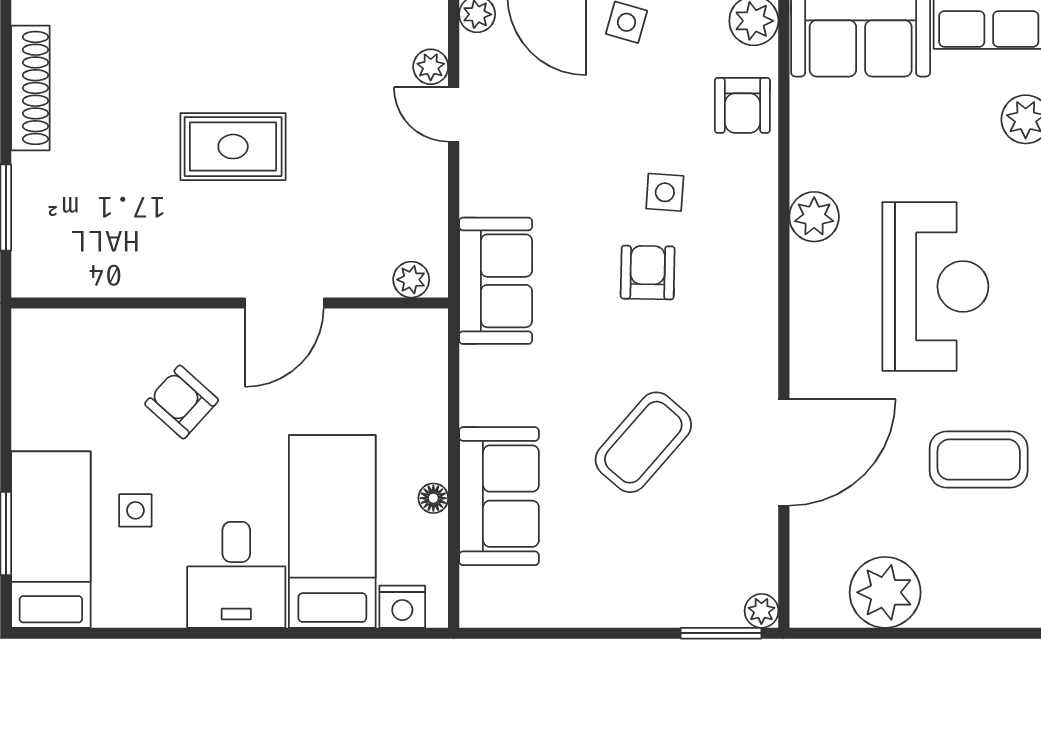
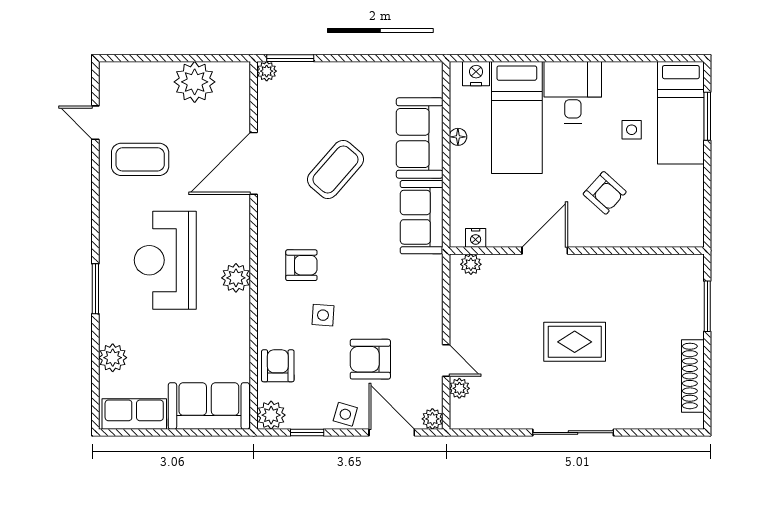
armchair: (584, 117) -> (370, 359), added
plant: (814, 217) -> (236, 278), moved
armchair: (648, 273) -> (301, 265), moved, turned -91
sofa: (496, 281) -> (422, 217), moved
nightstand: (403, 325) -> (476, 238), added

